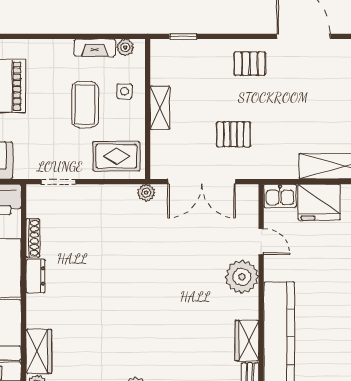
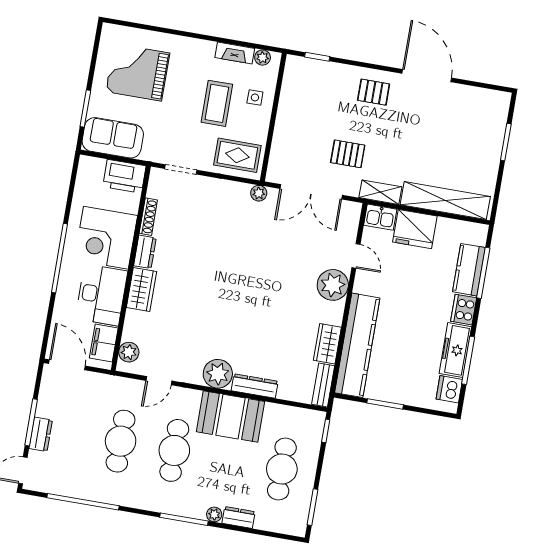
shelving: (160, 108) -> (380, 192), moved, turned 90
wardrobe: (39, 351) -> (142, 289), moved

